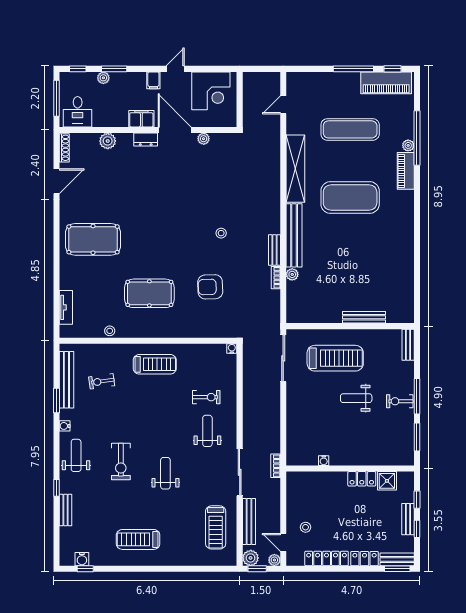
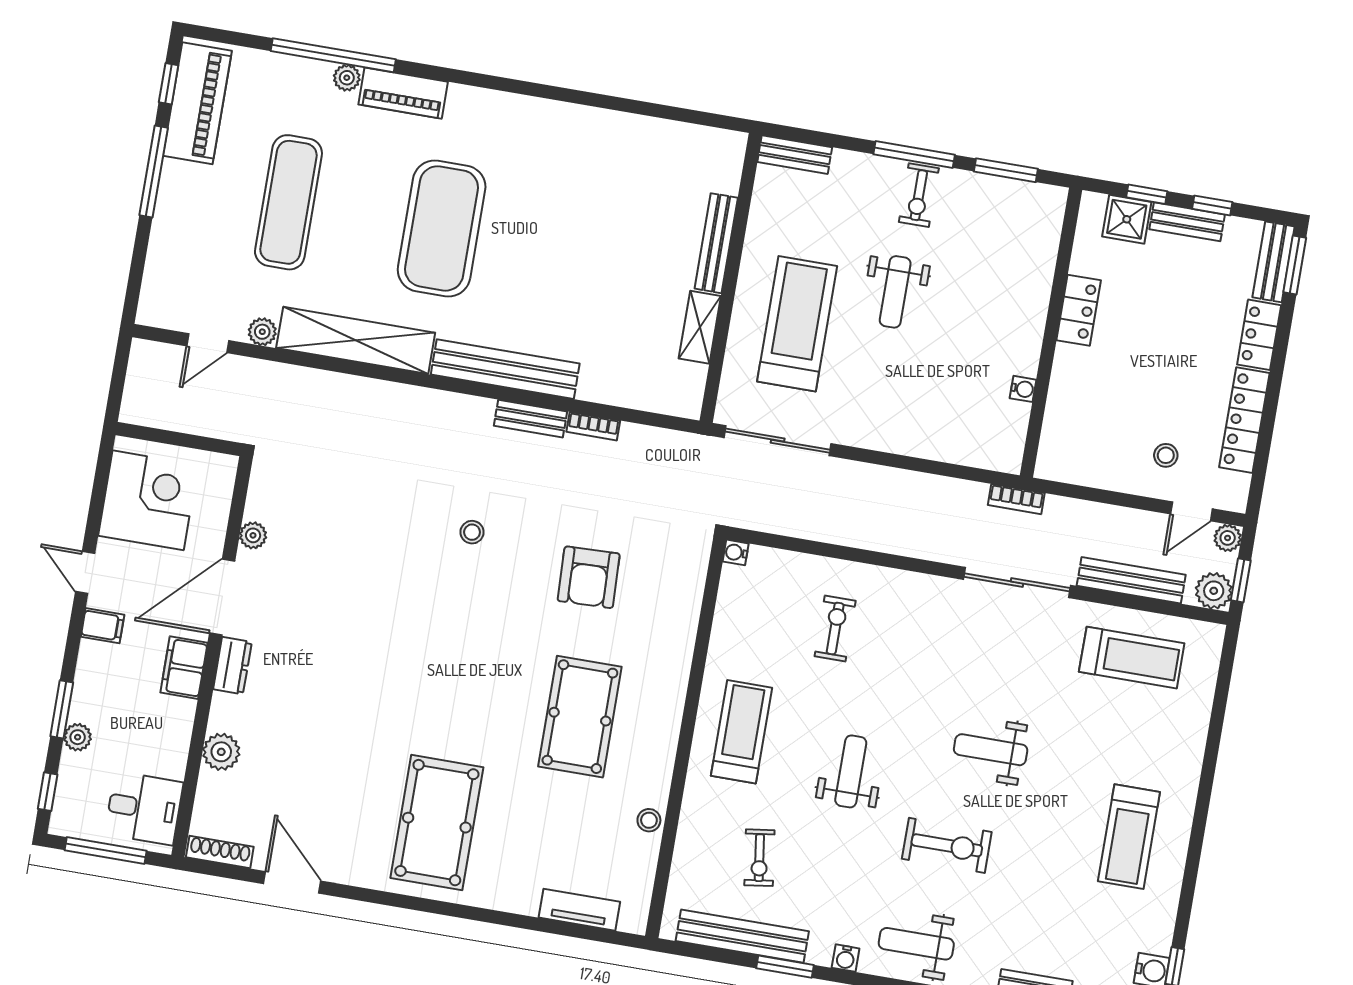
door: (283, 105) -> (208, 343), hinge flipped
plant: (292, 274) -> (262, 332), moved
shelving: (326, 316) -> (700, 327), added
weight bench: (207, 431) -> (851, 771), moved, turned 90
shower: (387, 481) -> (1127, 219), moved

